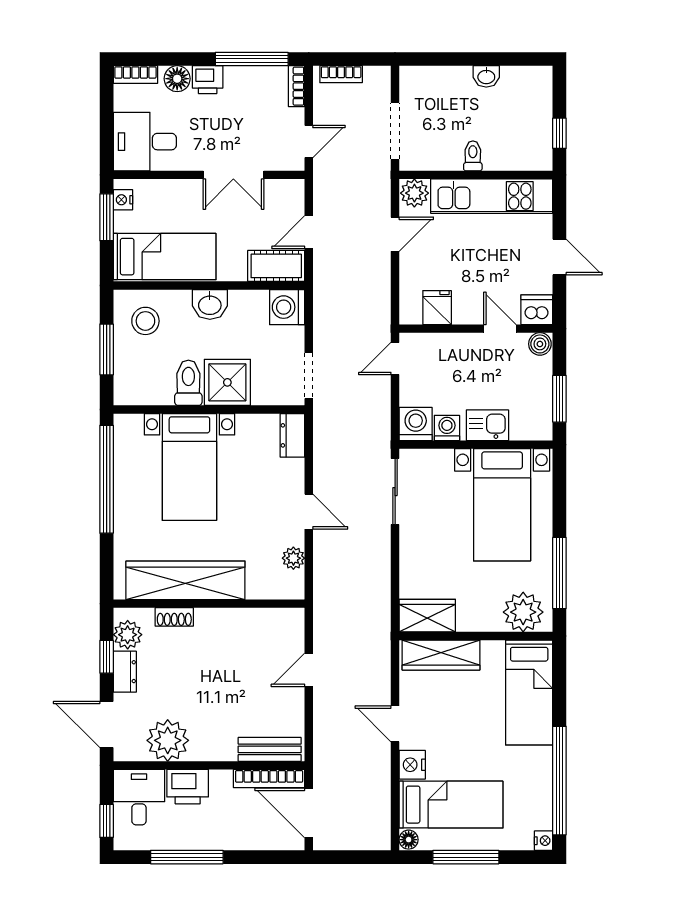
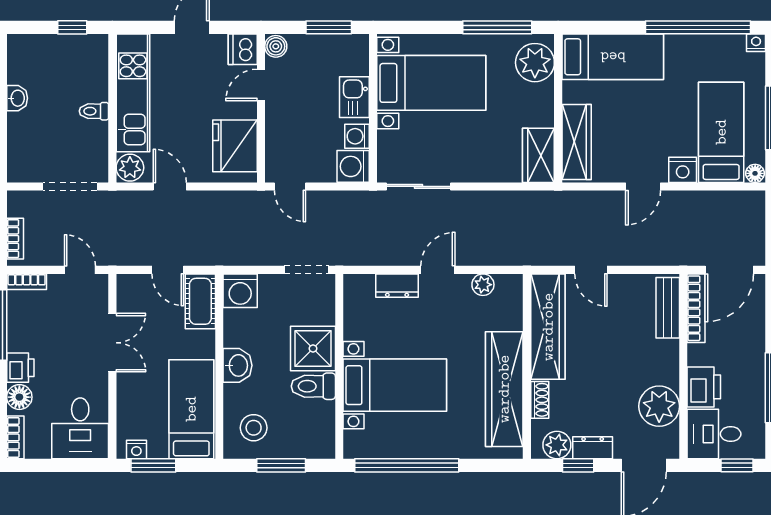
fridge: (437, 308) -> (235, 146), width x1.88, depth x1.34
dresser: (292, 435) -> (397, 286), moved
wardrobe: (250, 625) -> (548, 327), added

